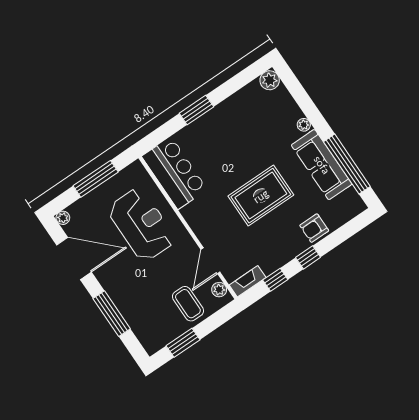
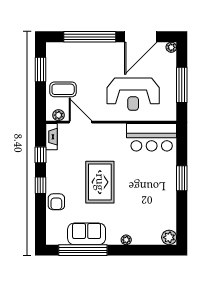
sofa: (322, 165) -> (87, 234), width x0.73
armchair: (314, 228) -> (56, 202), turned 180
window: (112, 314) -> (90, 37), width x1.46

